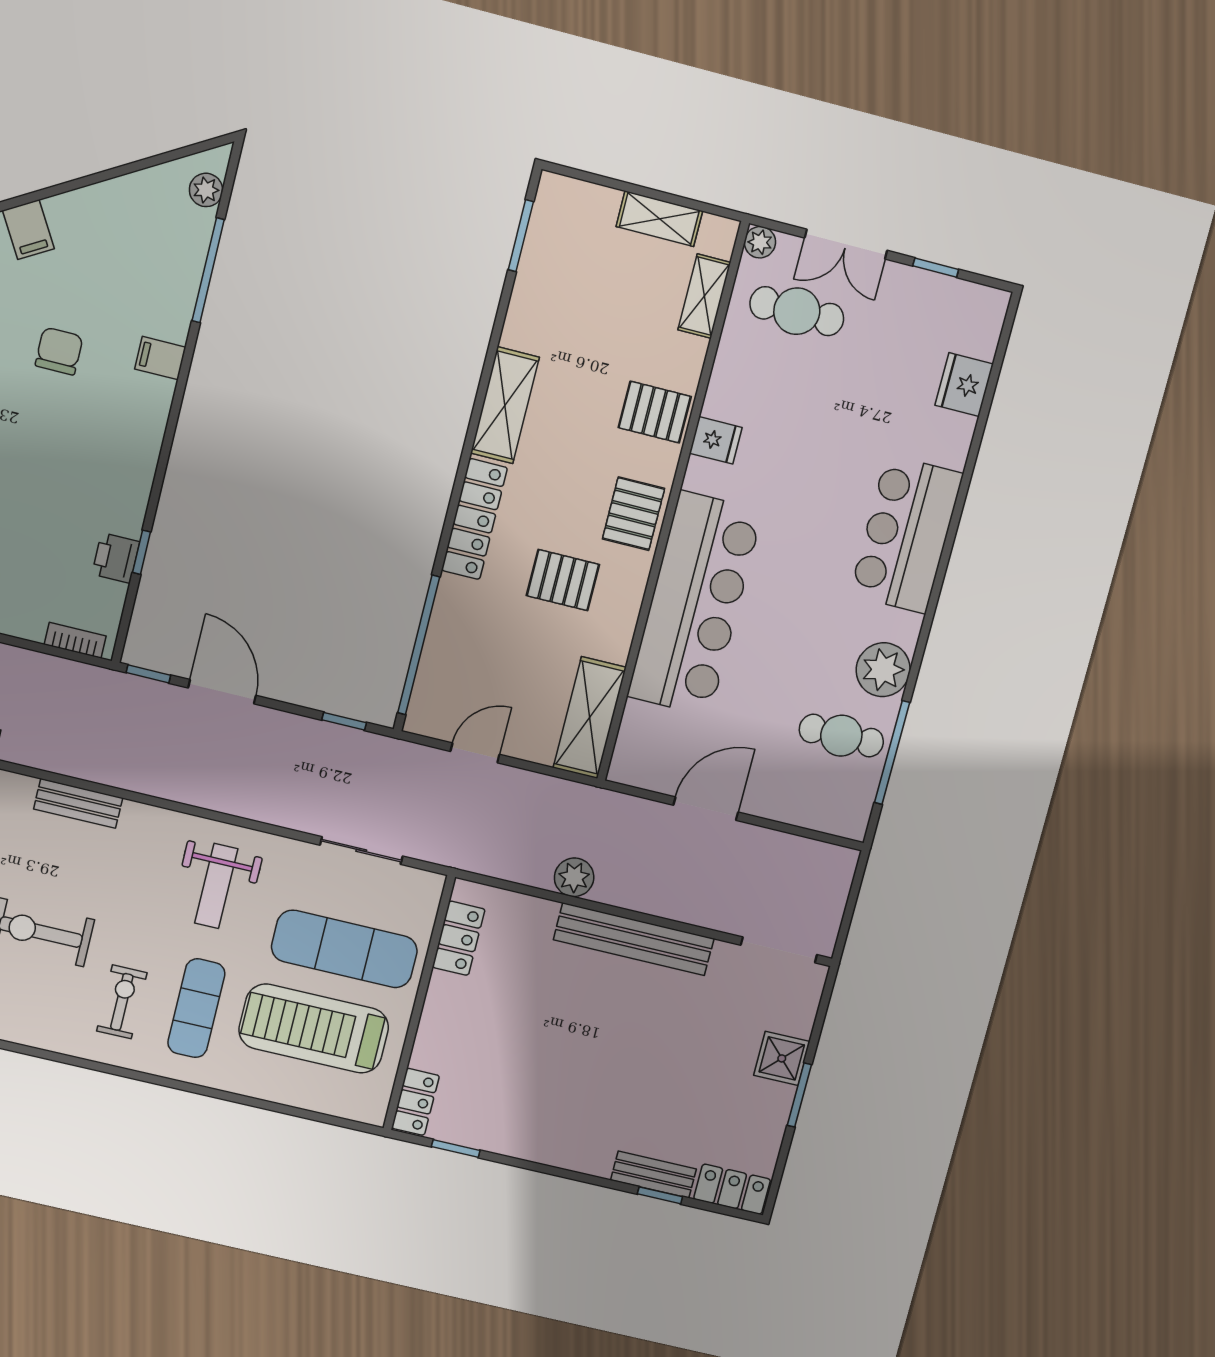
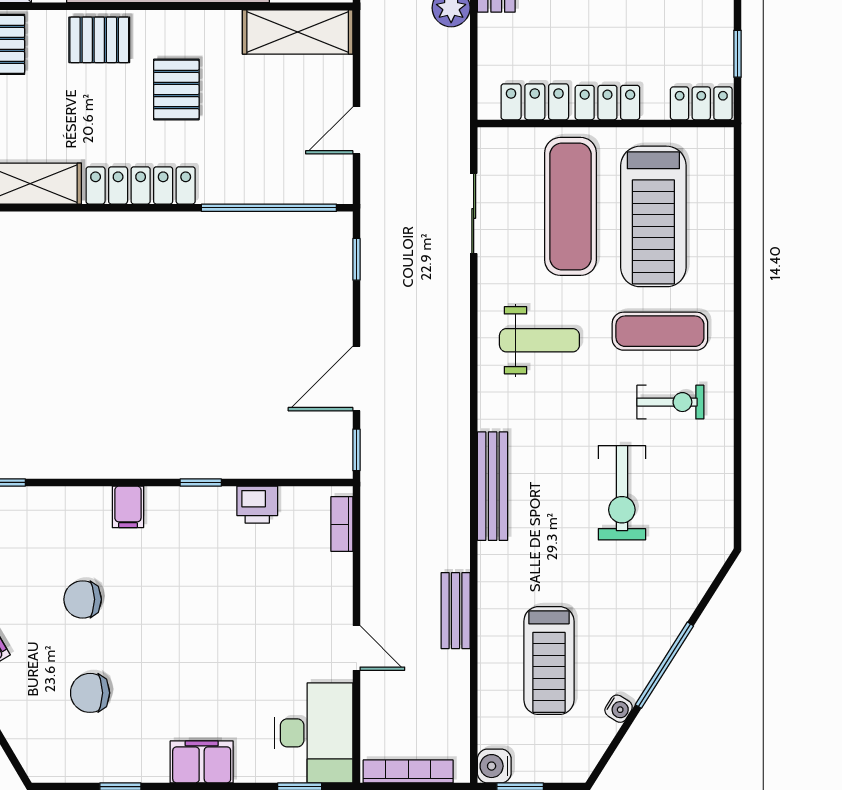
filing cabinet: (160, 358) -> (128, 507), moved
window: (142, 552) -> (201, 482), moved
door: (475, 753) -> (356, 130), hinge flipped
bench: (78, 803) -> (493, 486), width x1.36
exercise bike: (122, 1002) -> (670, 402), turned 180
locker: (440, 1010) -> (607, 103), added

